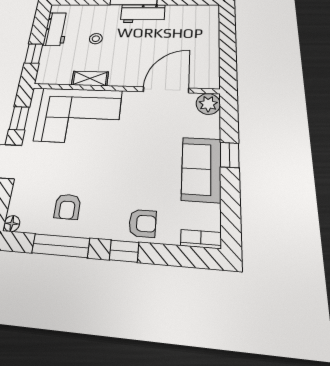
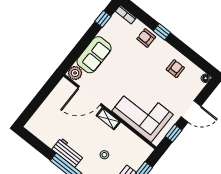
shelving: (90, 78) -> (108, 119), moved
window: (230, 155) -> (103, 19), moved
sofa: (201, 169) -> (94, 55), moved
window: (61, 246) -> (188, 53), removed

